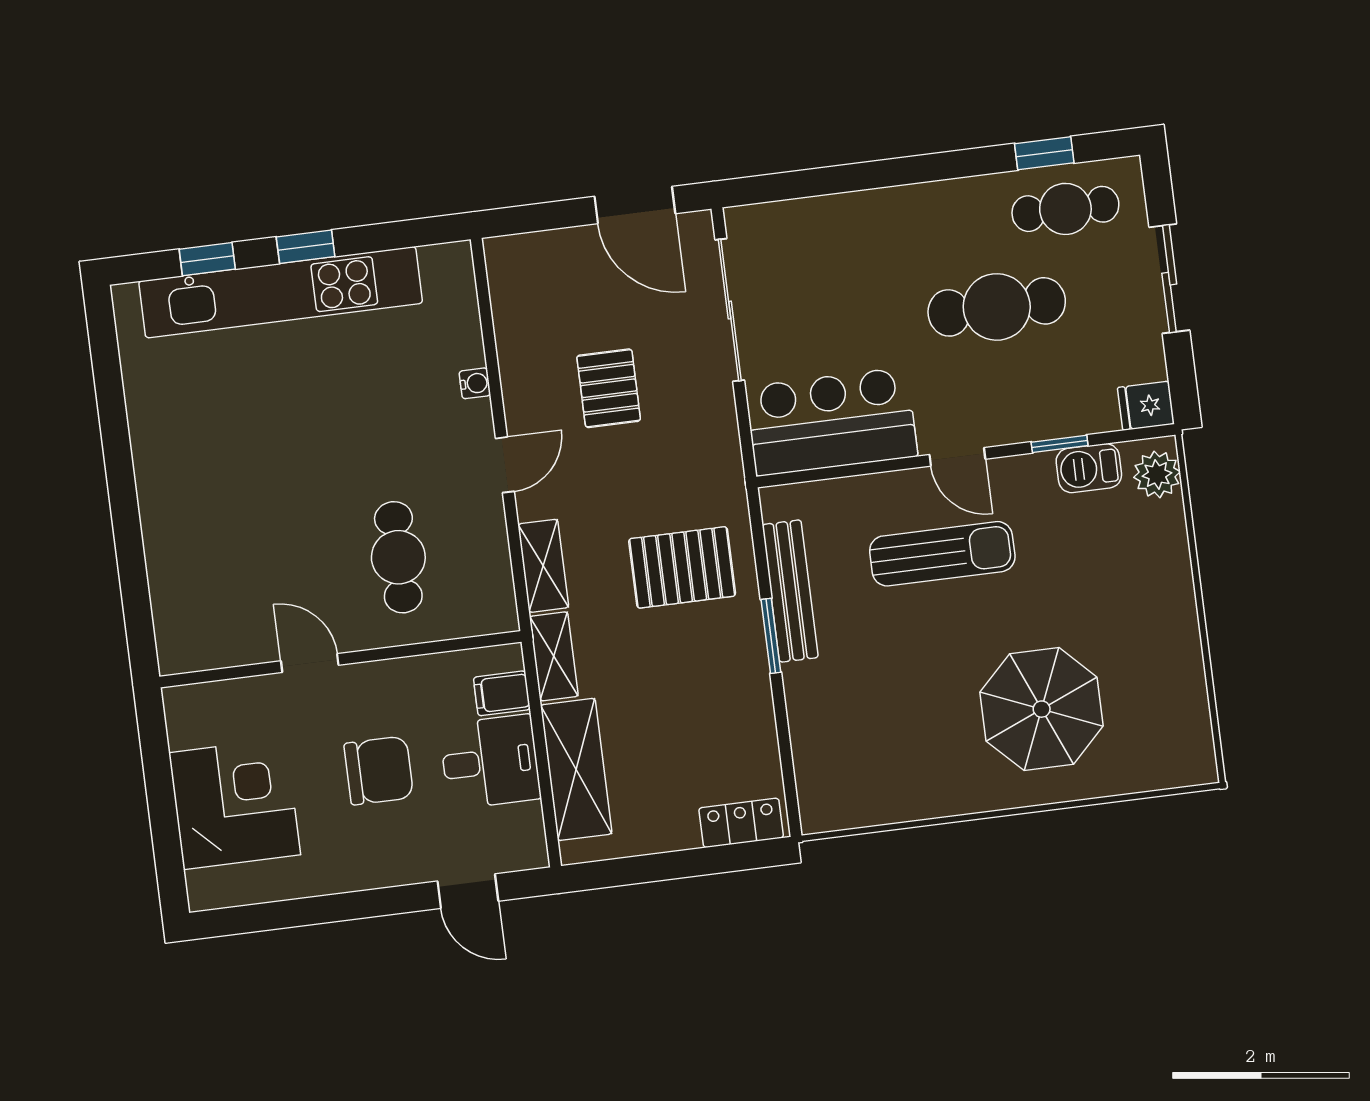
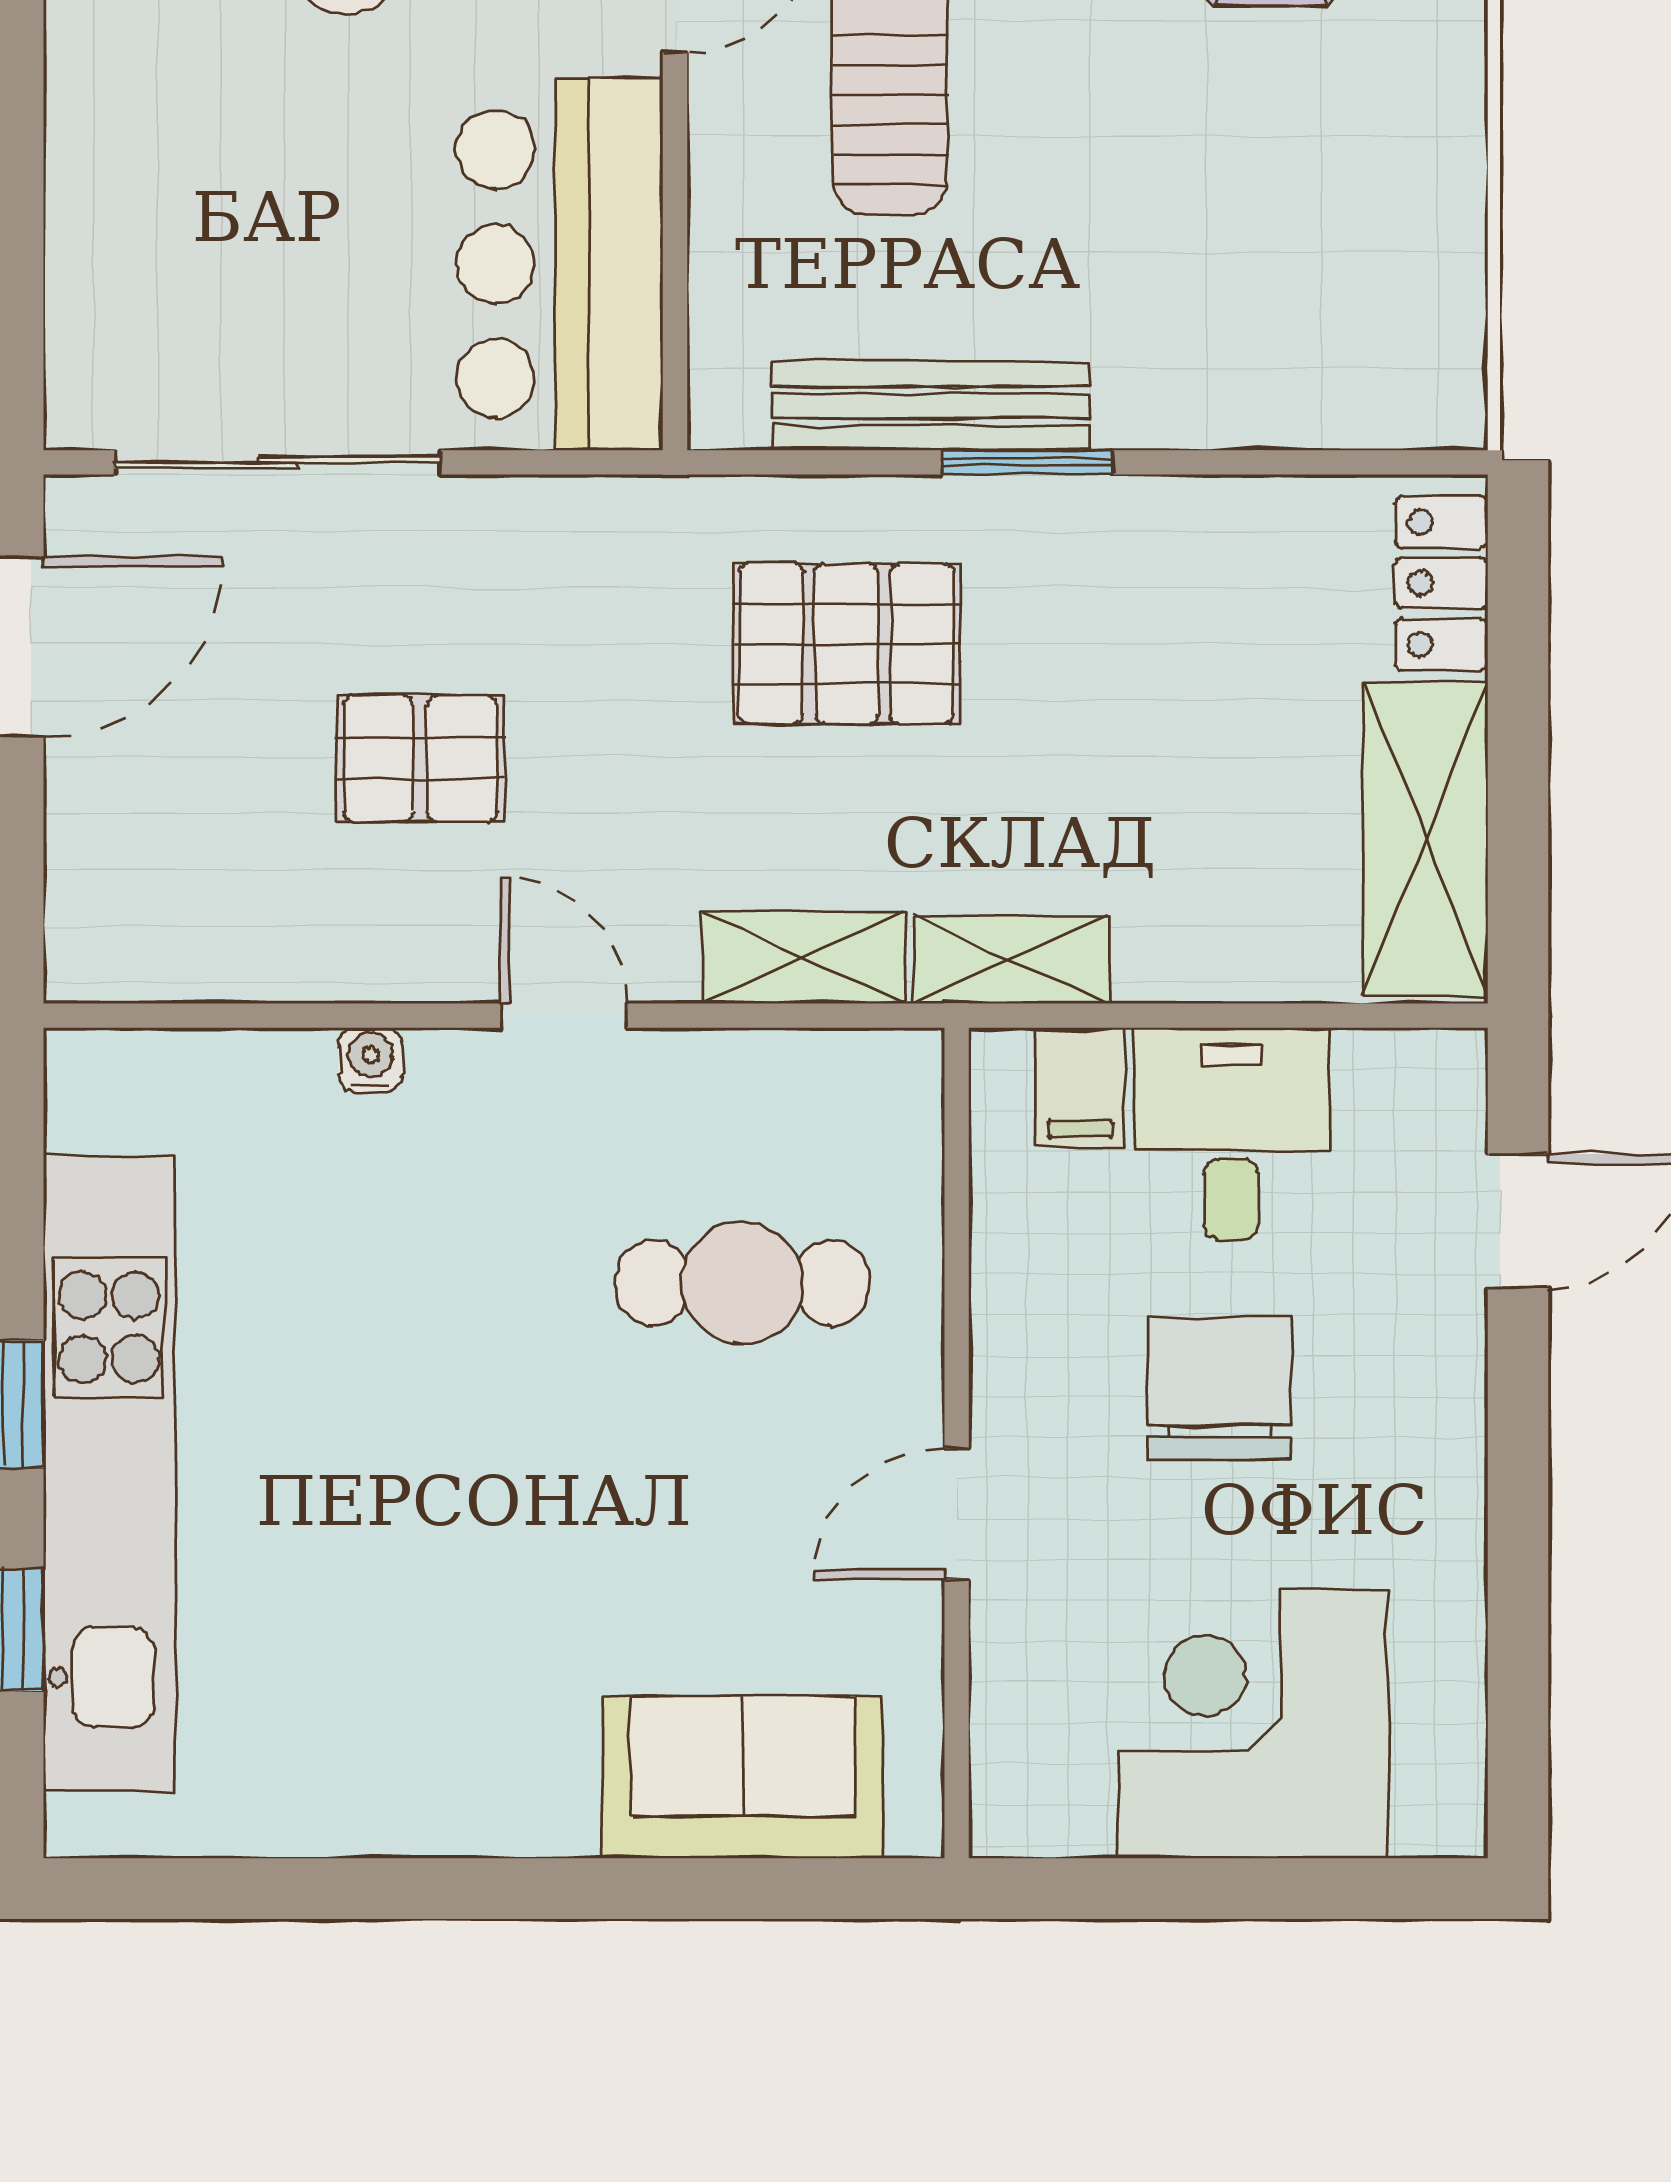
pallet: (682, 567) -> (847, 644), turned 90
sofa: (183, 584) -> (743, 1777), added
shelving: (576, 769) -> (1425, 839), moved, turned 90

